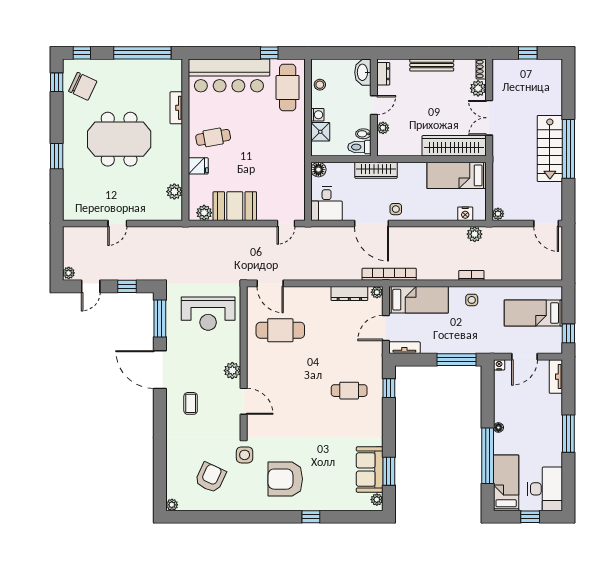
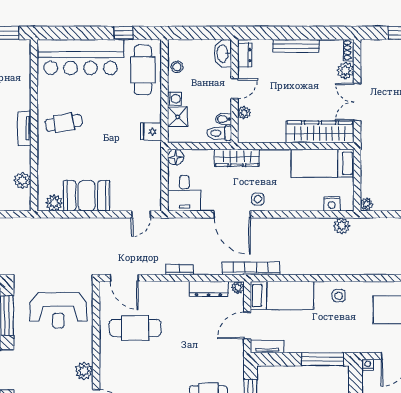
tv unit: (176, 108) -> (24, 129), moved
fridge: (198, 166) -> (151, 132), moved, turned 180
bookcase: (471, 275) -> (180, 270), moved

